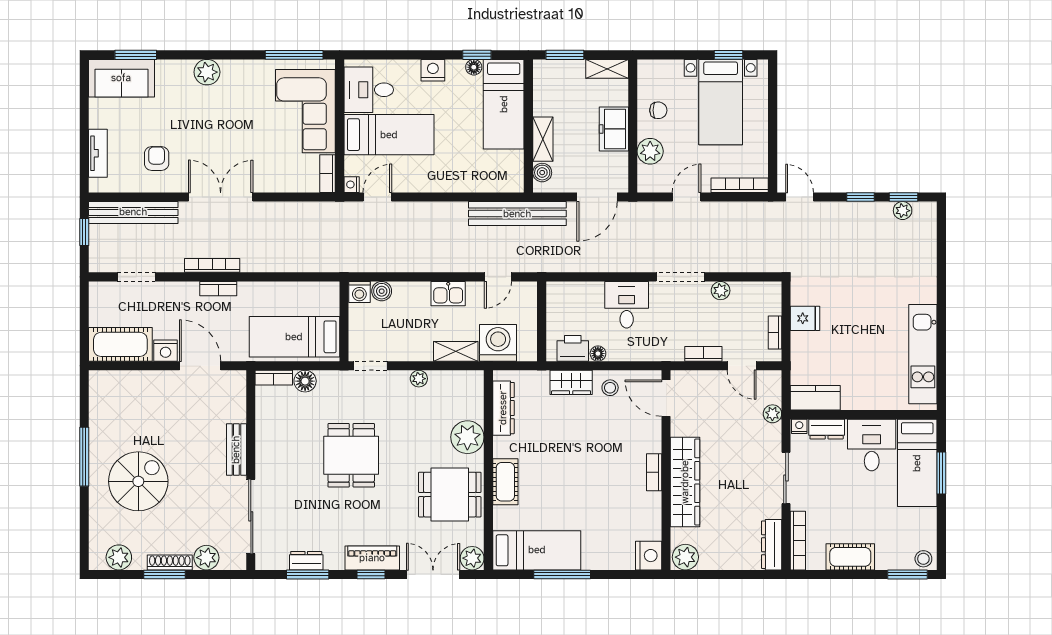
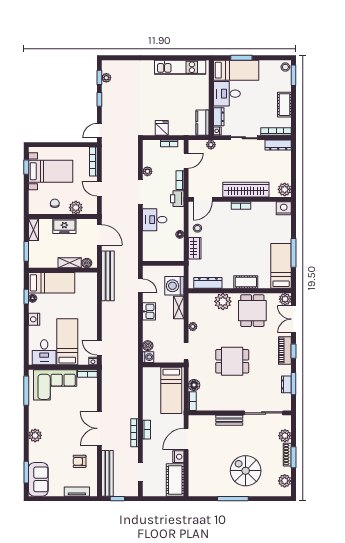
printer: (573, 348) -> (177, 199), moved

